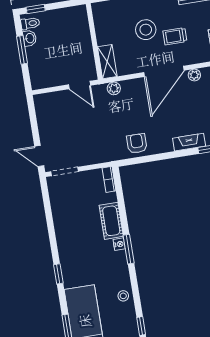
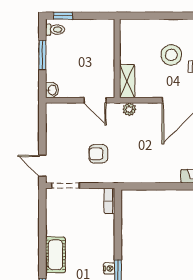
washbasin: (30, 38) -> (52, 90), moved
armchair: (137, 143) -> (98, 154), moved, turned -90
cot: (111, 221) -> (55, 255), moved

